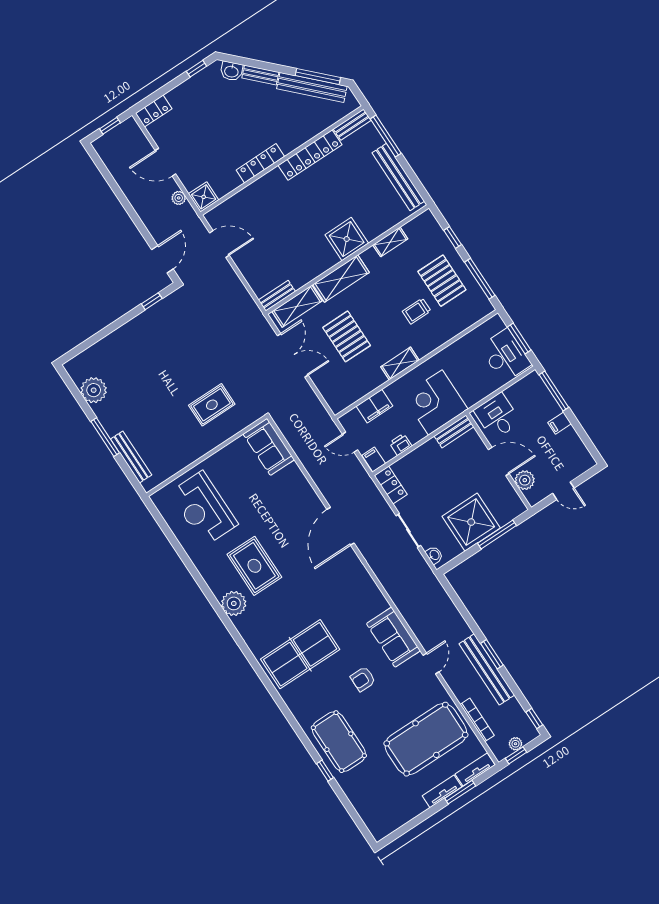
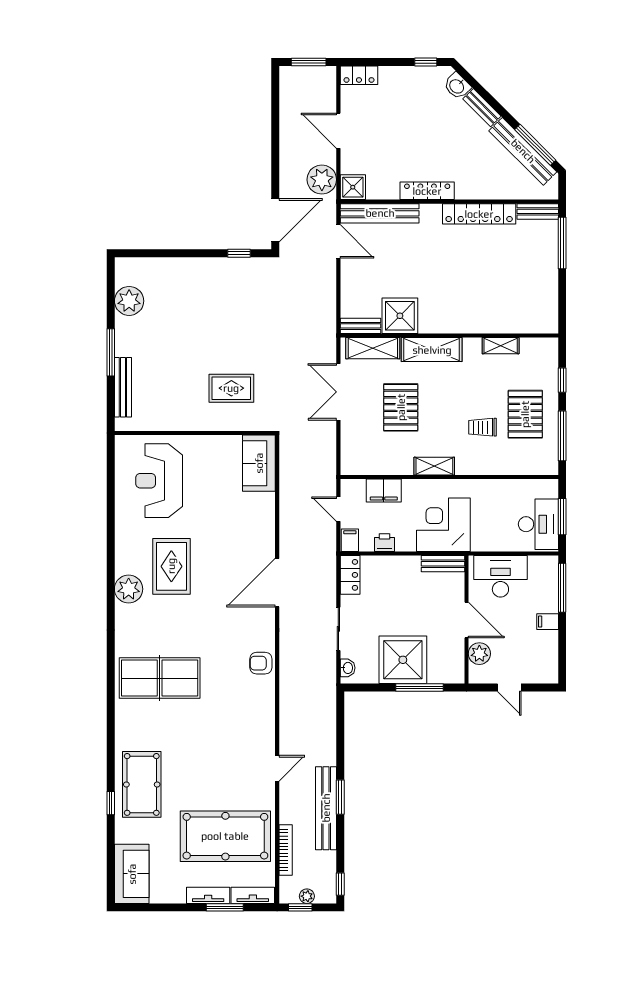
window: (110, 126) -> (309, 62), width x1.50
bench: (398, 177) -> (380, 213), moved, turned 90
plant: (179, 198) -> (322, 180), width x1.87, depth x1.87
shower: (347, 239) -> (400, 316), moved
door: (162, 259) -> (275, 220), width x1.36
double door: (293, 355) -> (338, 392), swing flipped
desk: (497, 416) -> (500, 576), width x1.37
sofa: (393, 637) -> (132, 874), moved, turned 180
armchair: (363, 679) -> (261, 663), moved

